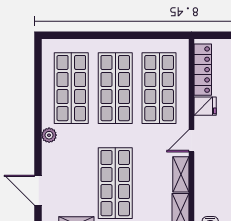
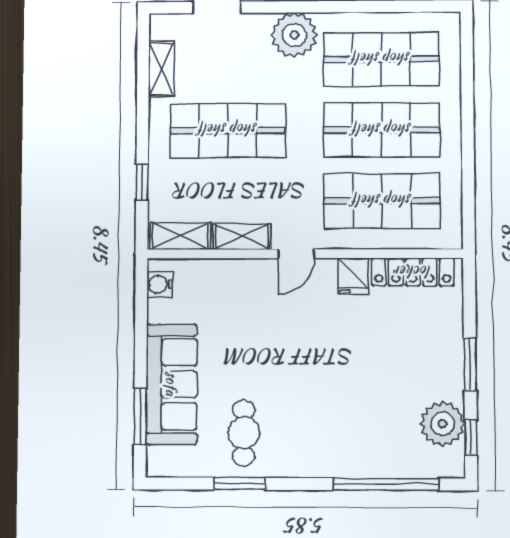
plant: (49, 135) -> (294, 35), width x1.88, depth x1.88
door: (192, 141) -> (296, 254), swing flipped

